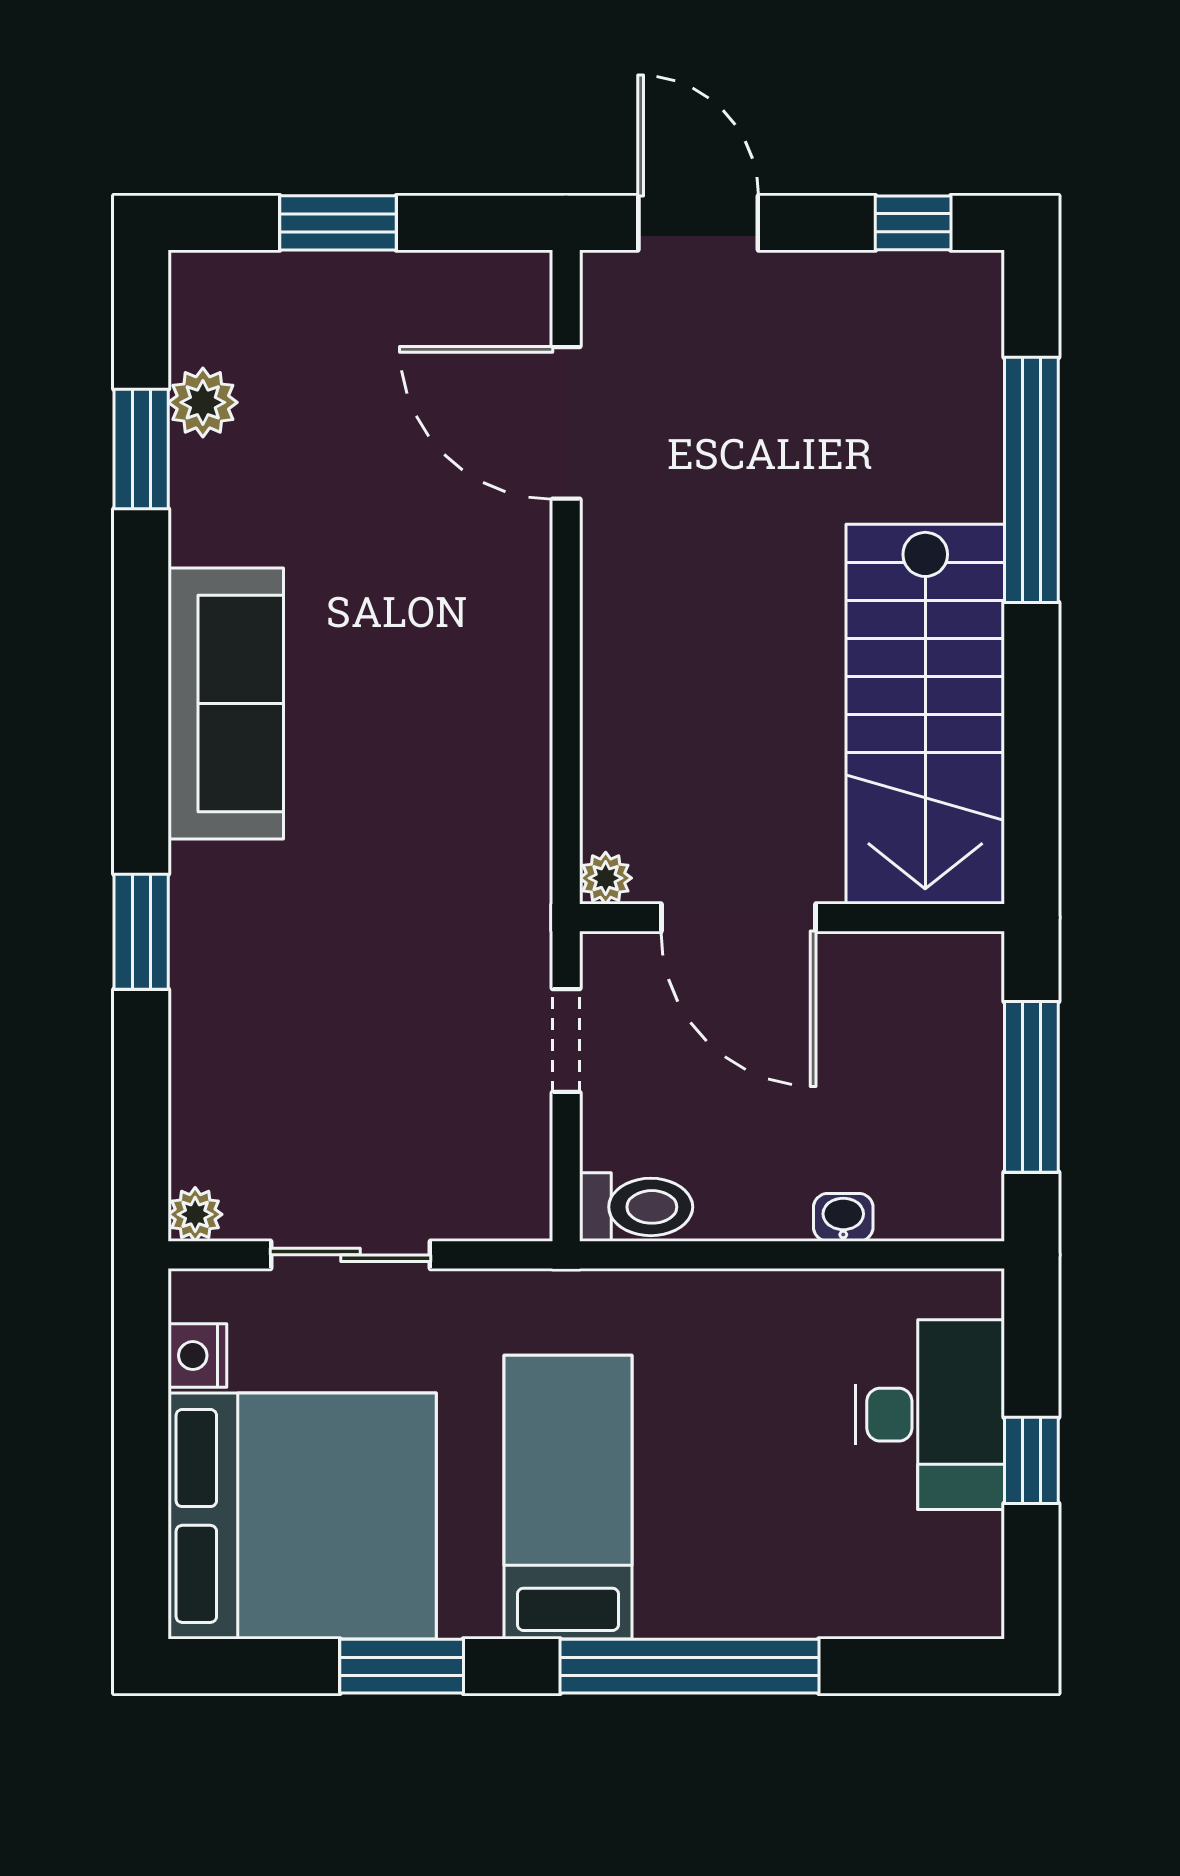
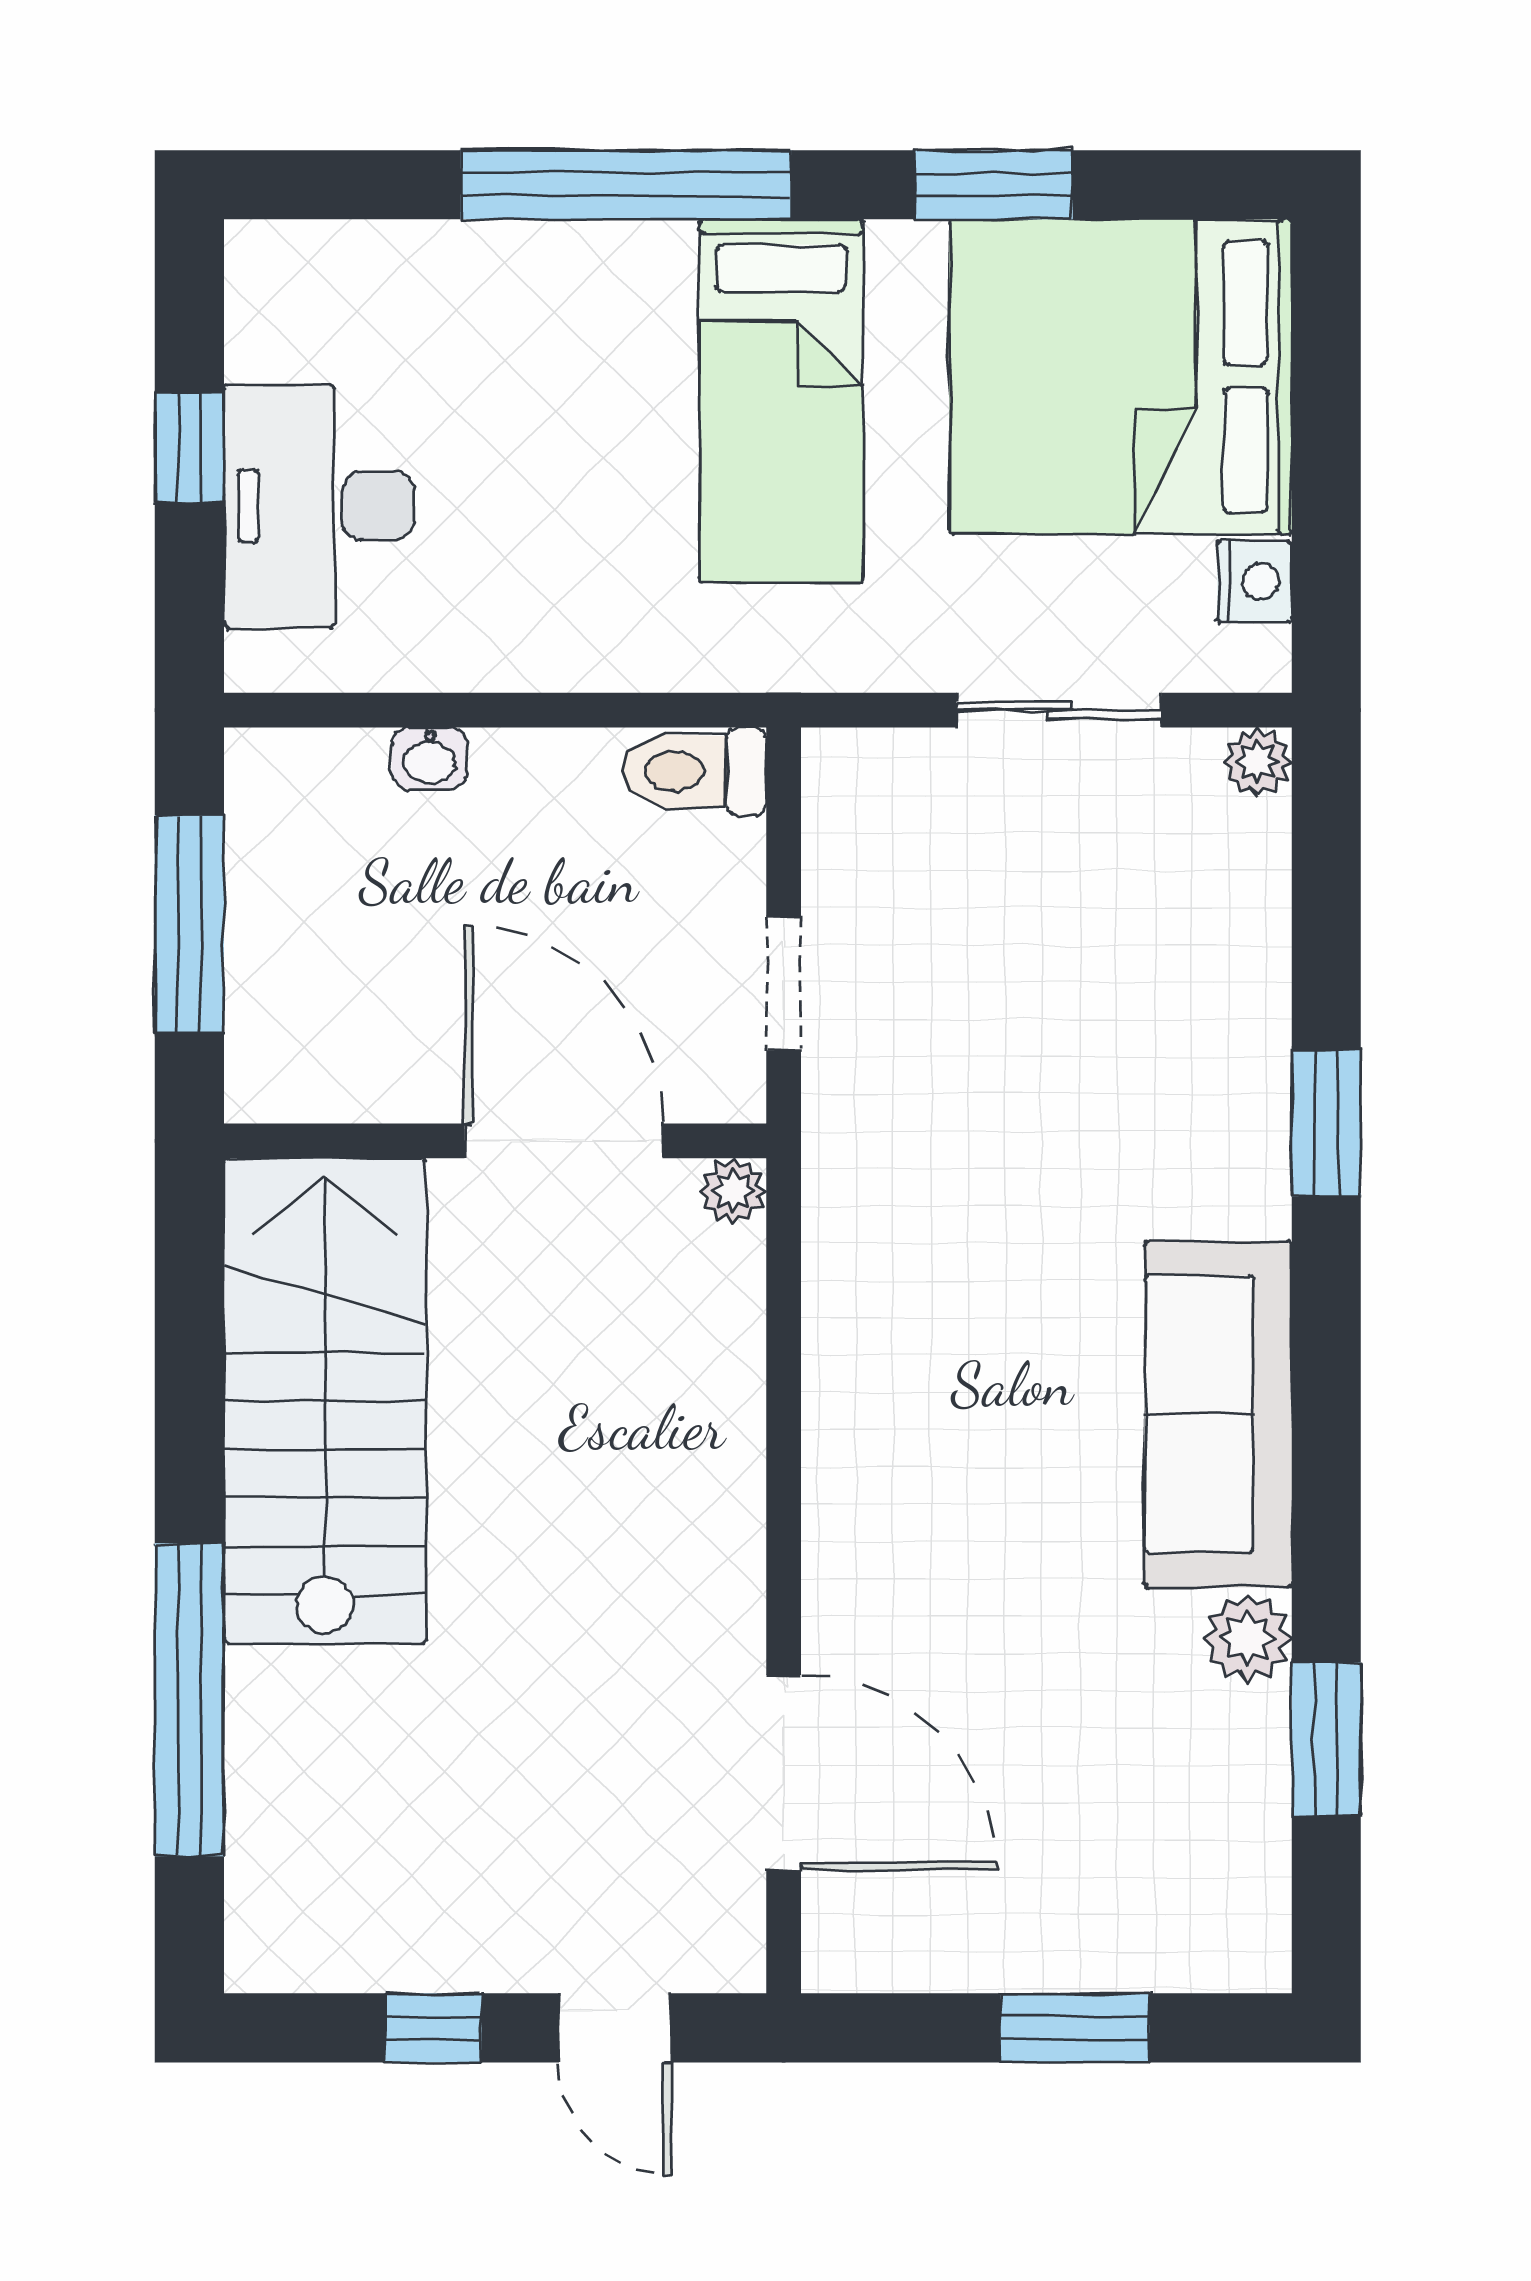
door: (698, 223) -> (615, 2028), width x0.73
window: (913, 223) -> (433, 2028), moved
plant: (203, 402) -> (1248, 1639), moved

